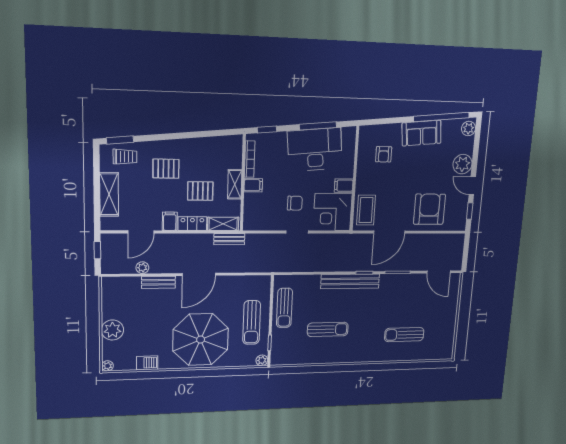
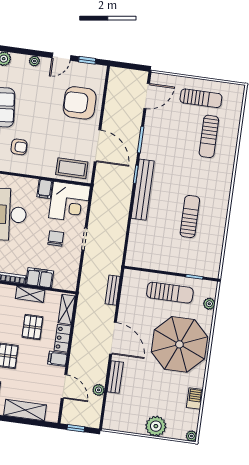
plant: (462, 164) -> (34, 61), width x0.53, depth x0.53
filing cabinet: (253, 185) -> (40, 278), width x2.00
bench: (229, 239) -> (113, 290), moved
sun lounger: (284, 308) -> (201, 98), moved
plant: (262, 360) -> (209, 304), moved

